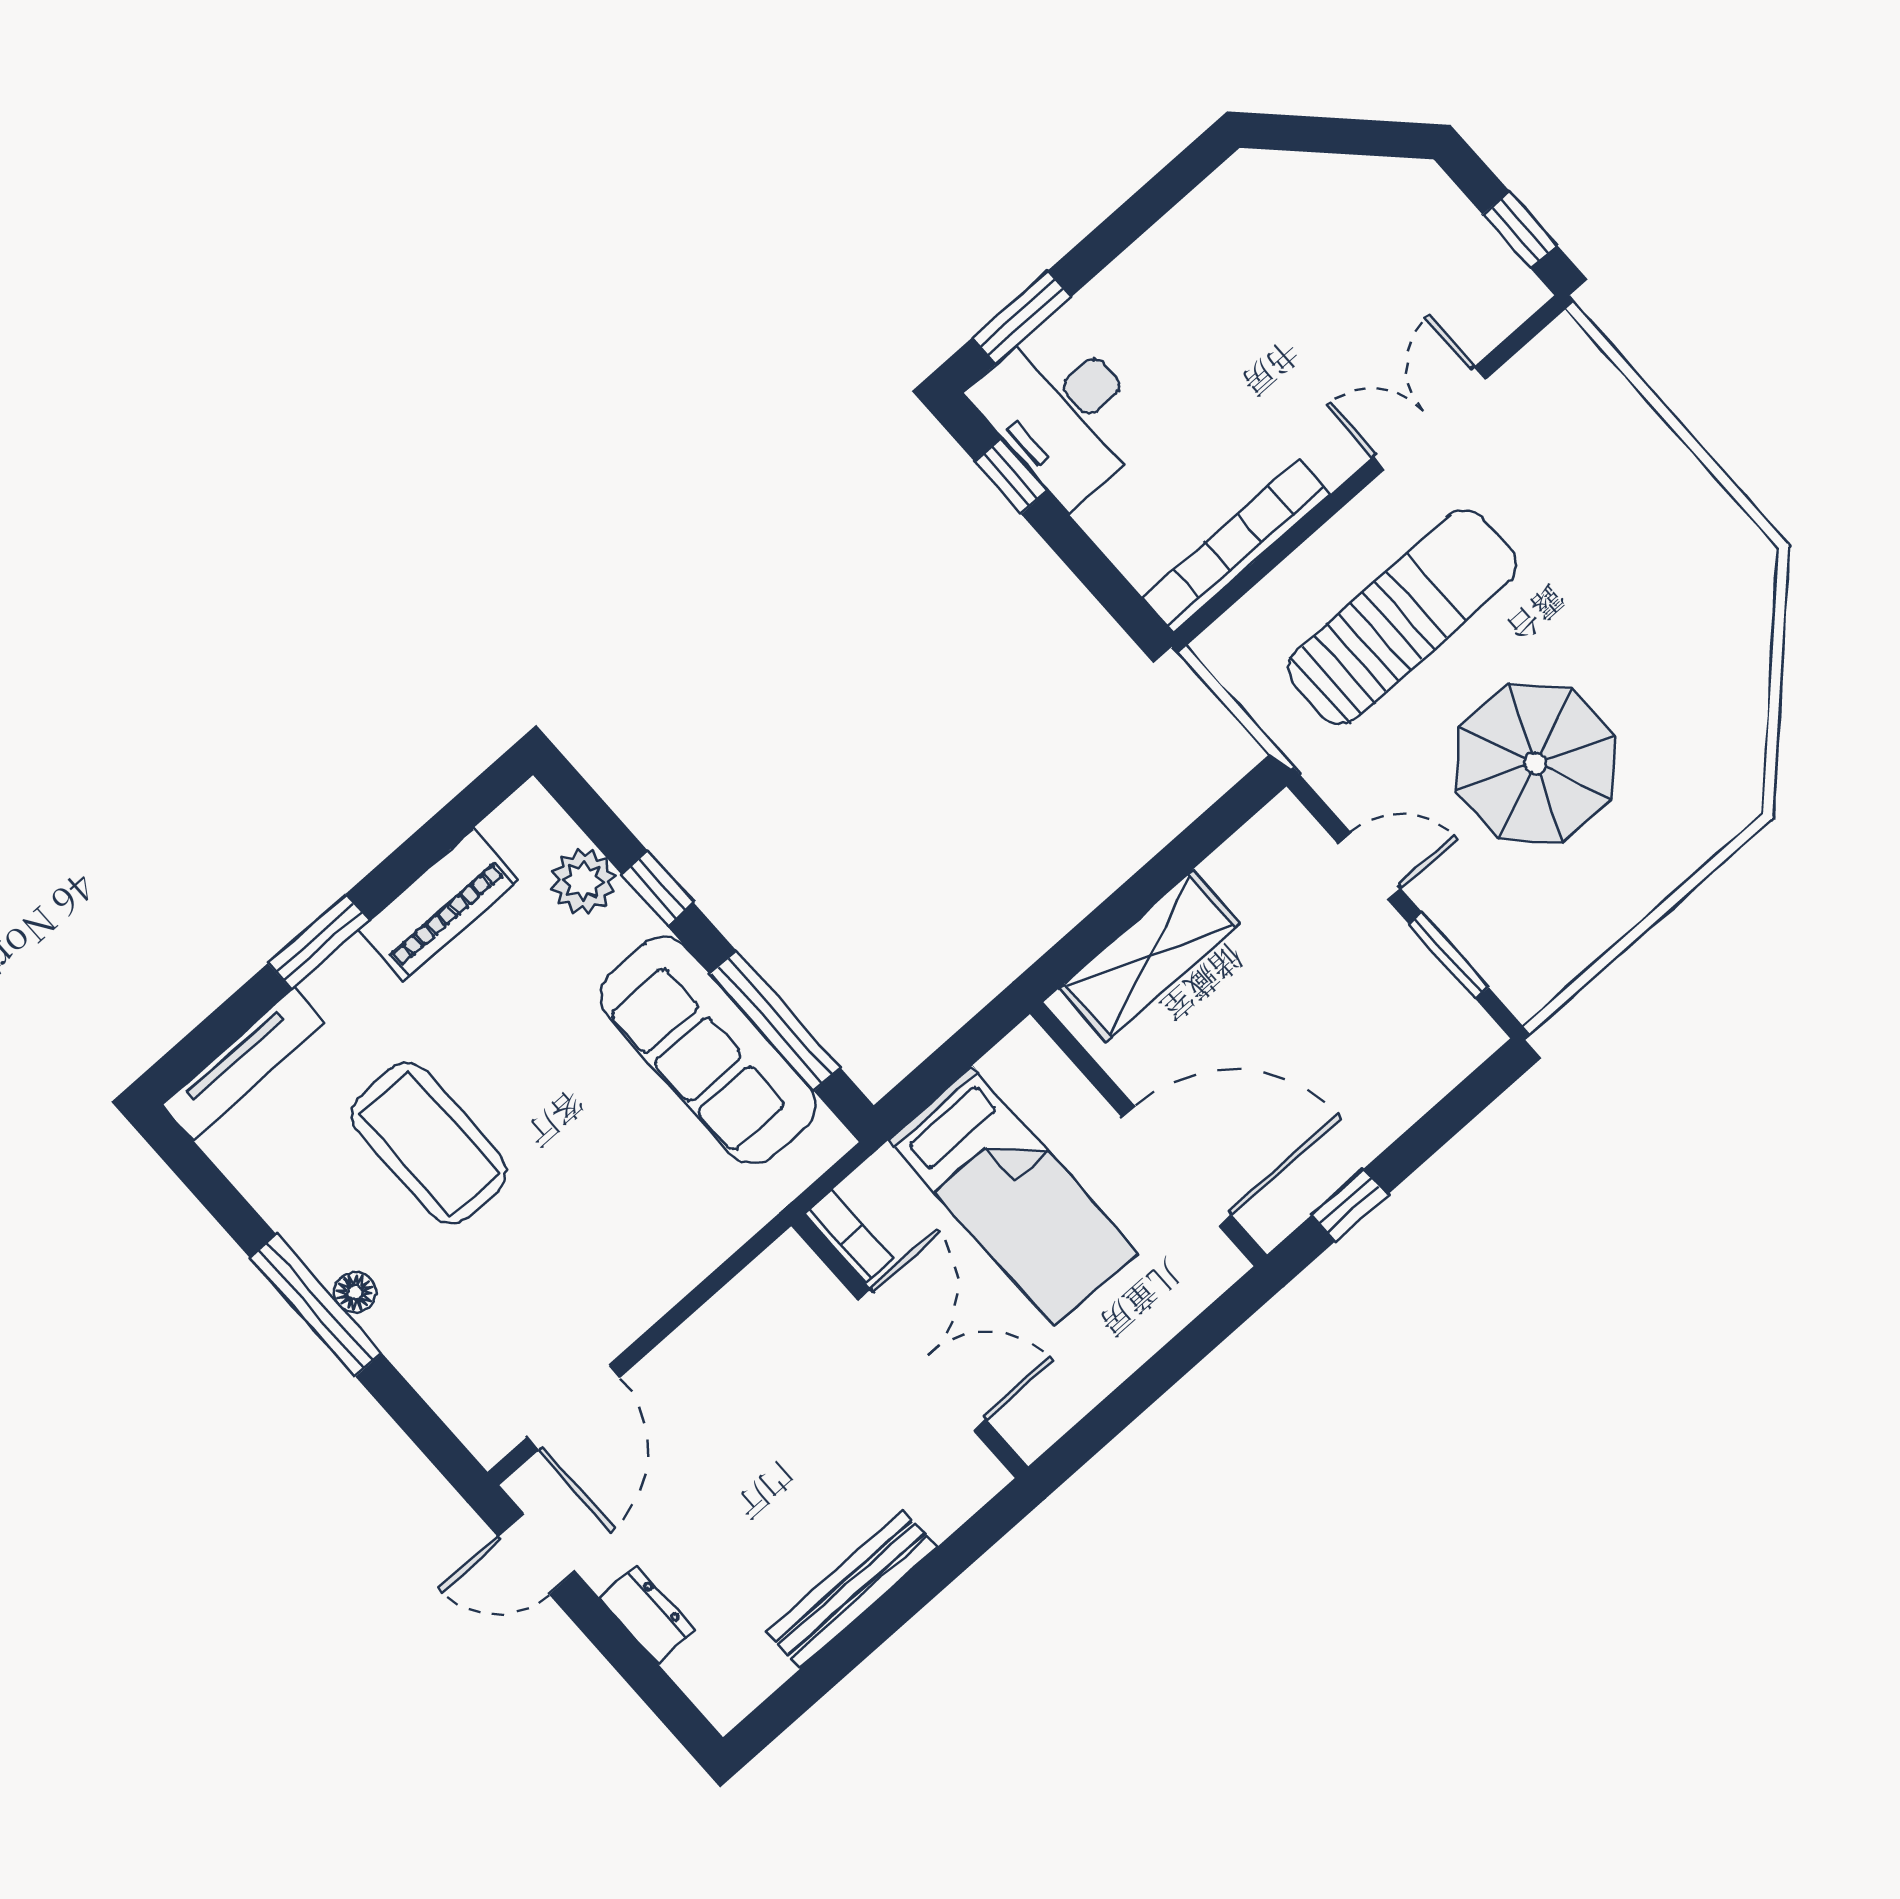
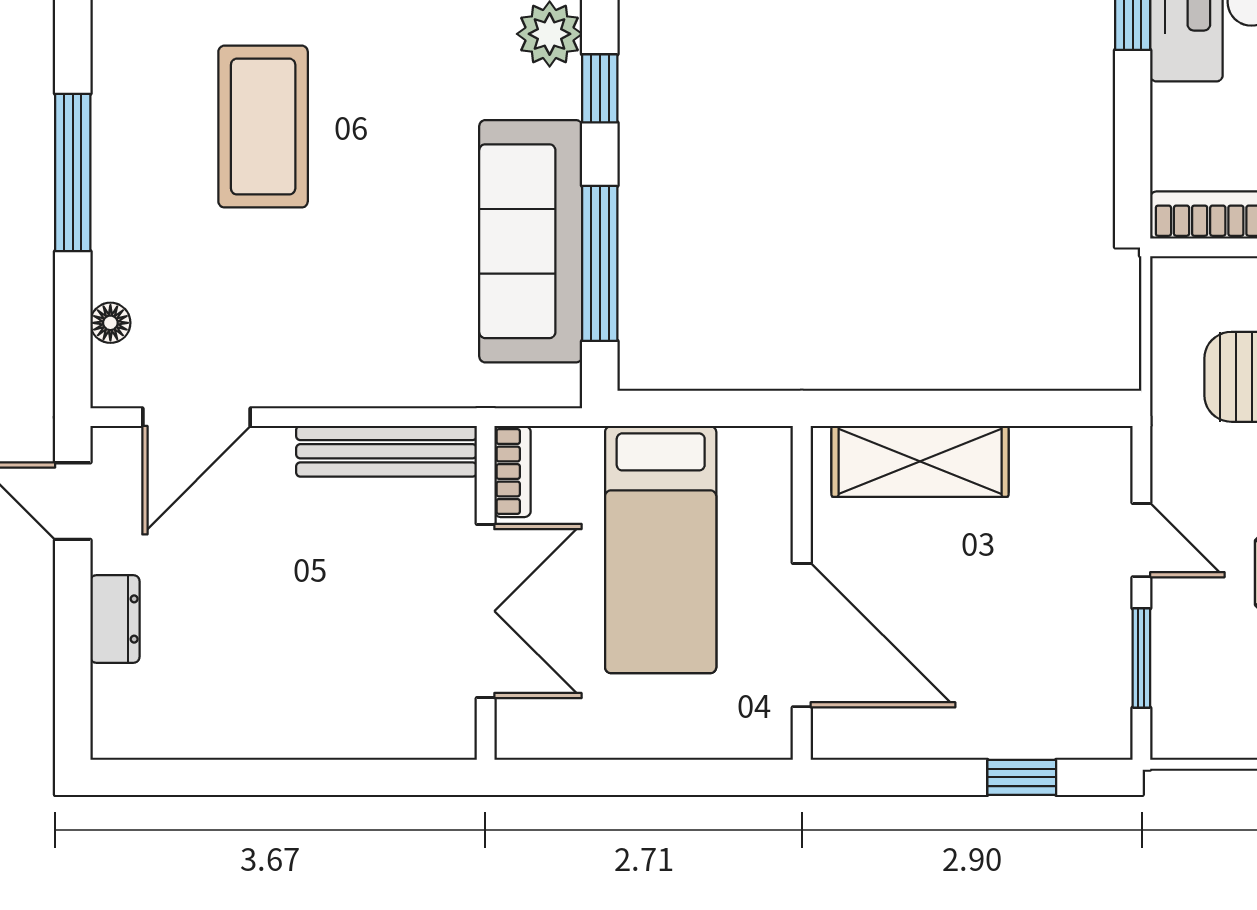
window: (1349, 1205) -> (1022, 777), moved
floor lamp: (355, 1292) -> (110, 323), moved
bench: (851, 1589) -> (386, 451), moved

